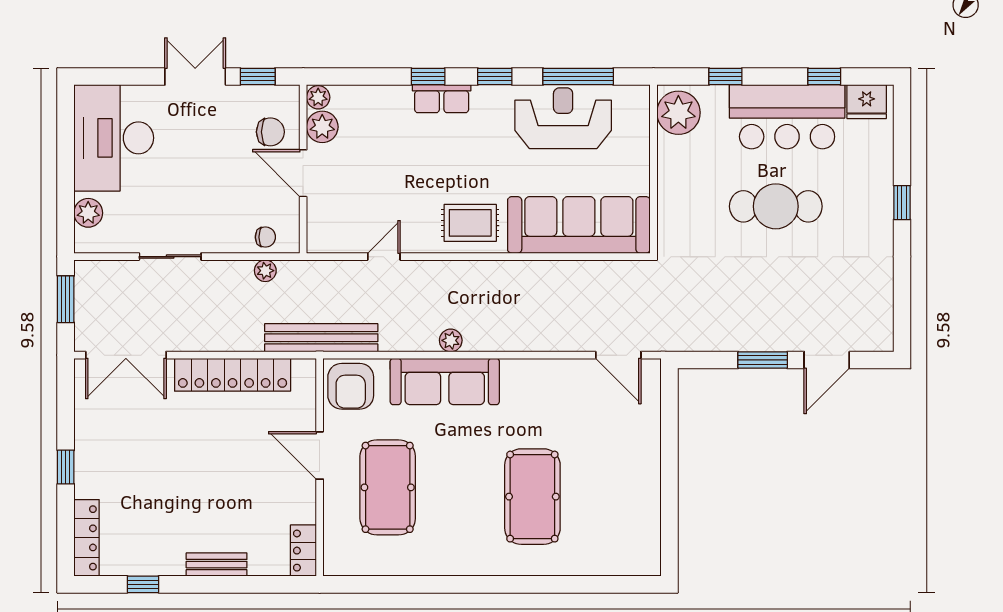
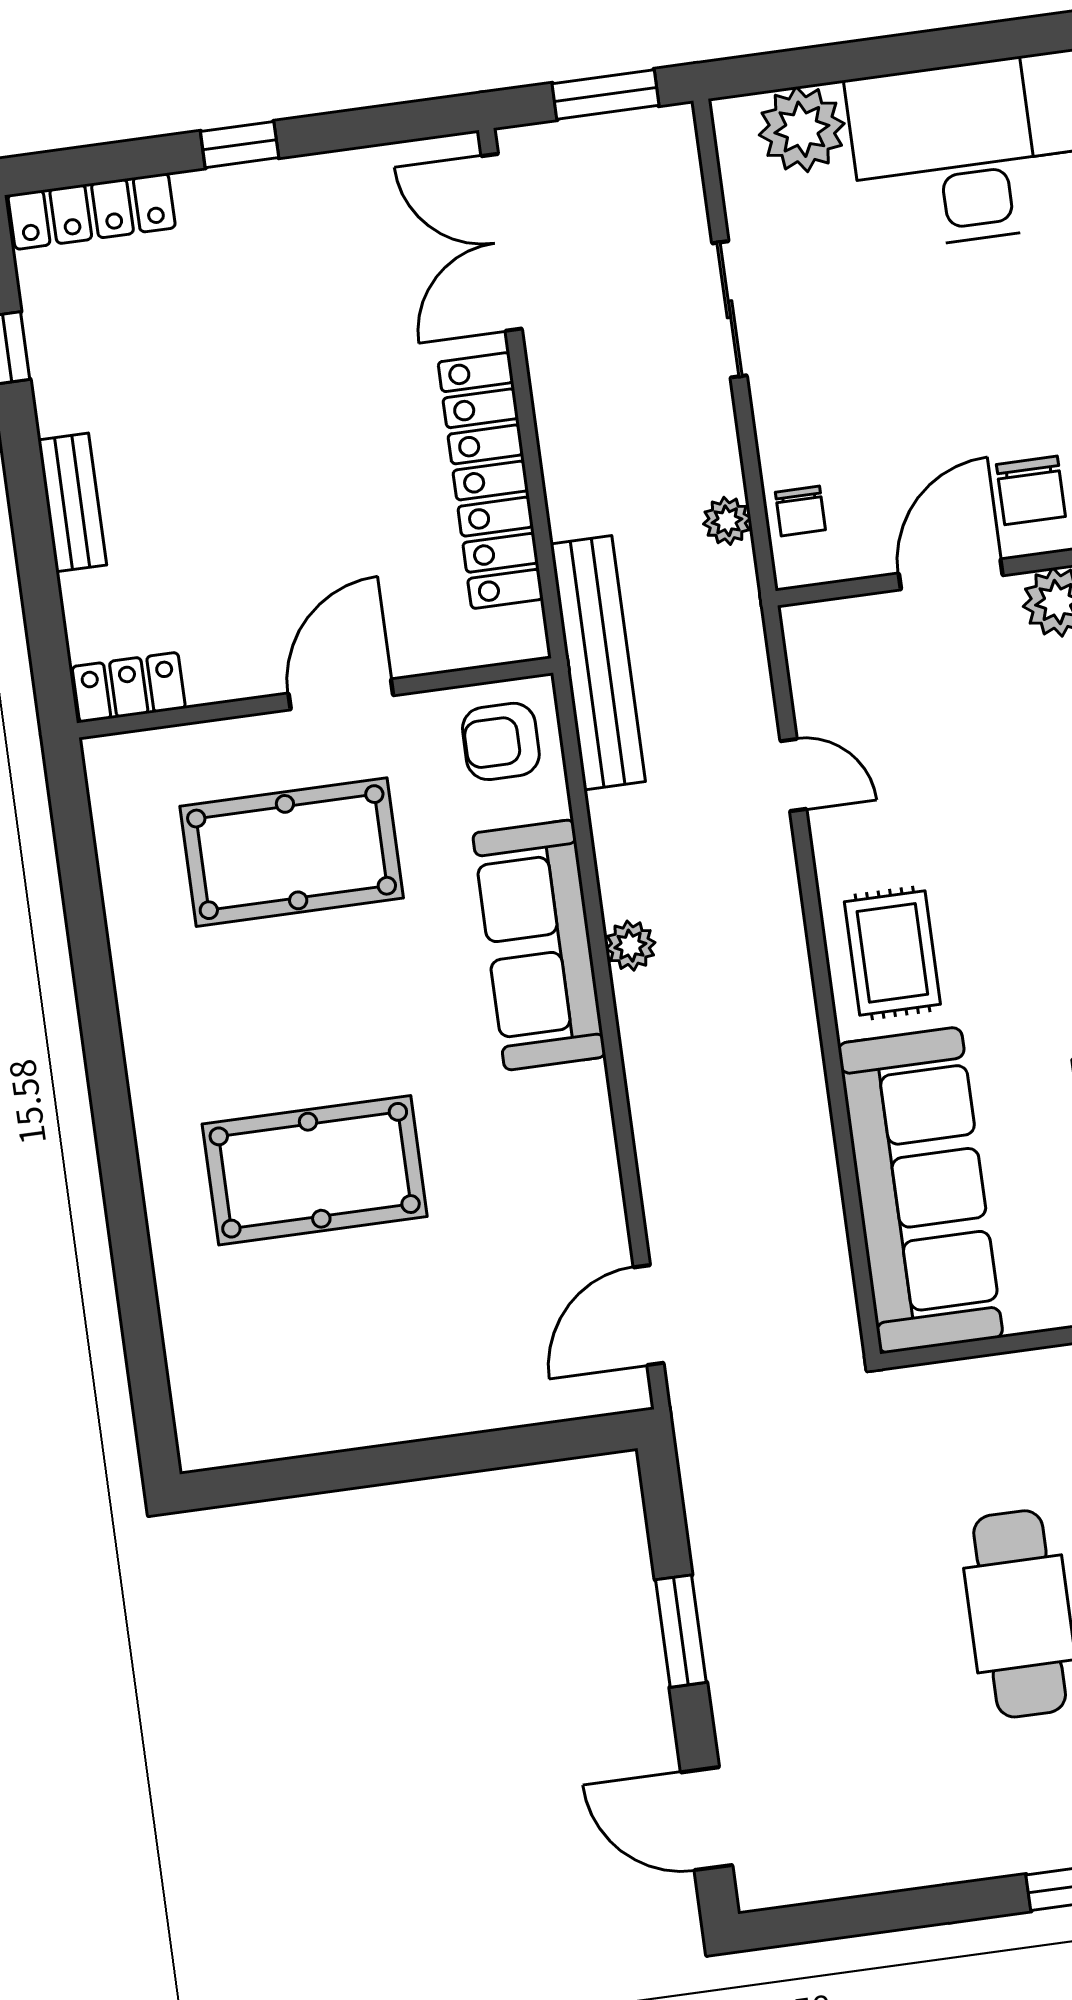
plant: (88, 213) -> (802, 129), width x1.36, depth x1.36
door: (827, 360) -> (707, 1819), moved
armchair: (351, 386) -> (501, 741), width x0.72, depth x0.72

